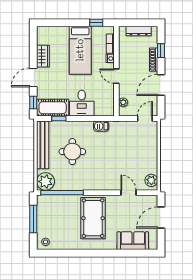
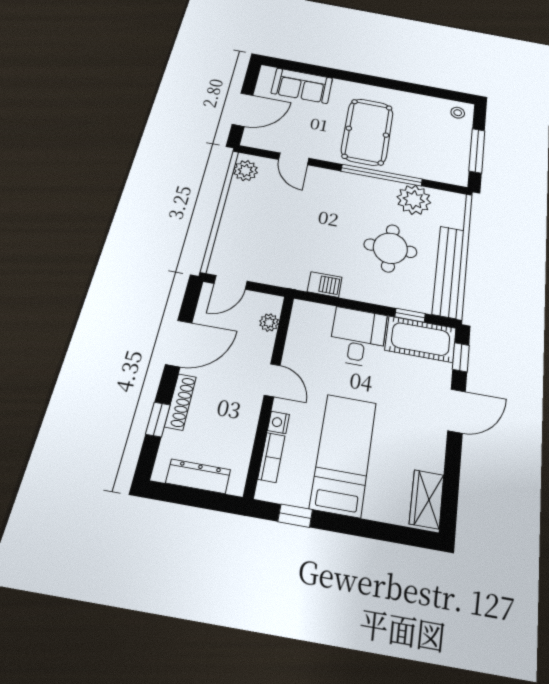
wardrobe: (43, 56) -> (427, 499), moved
plant: (46, 181) -> (414, 200), moved
window: (62, 193) -> (382, 175), moved

